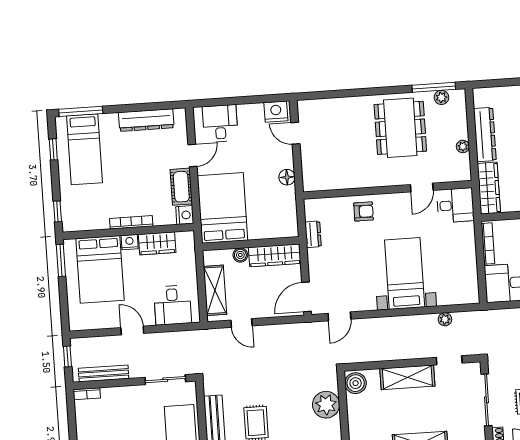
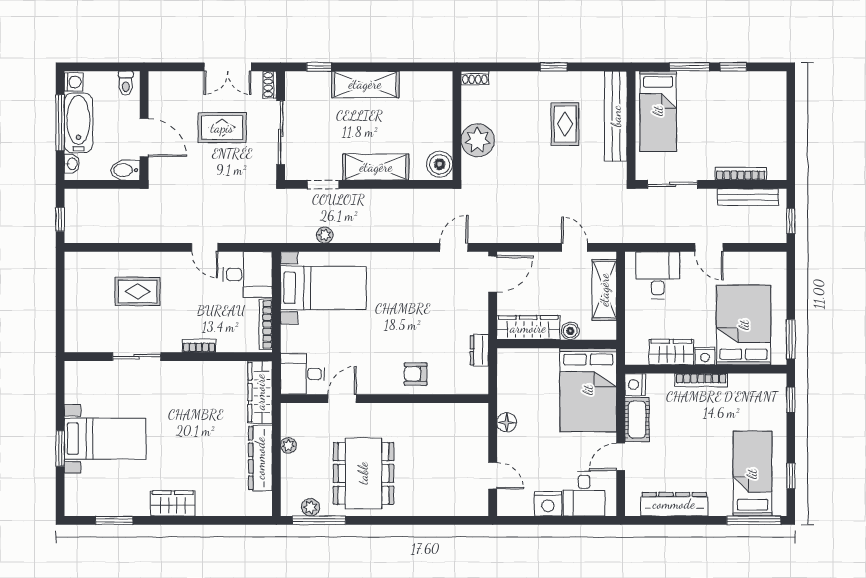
nightstand: (276, 112) -> (548, 504), moved
bed with nightstands: (405, 273) -> (323, 288), moved, turned -90
bookcase: (87, 394) -> (741, 174), moved, width x1.56

